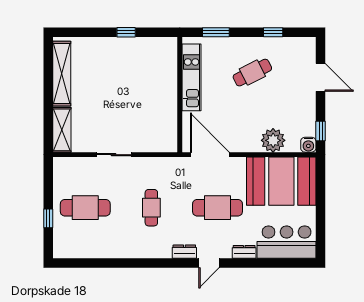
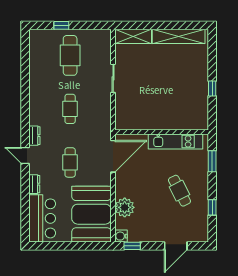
cafe table: (151, 208) -> (70, 109), turned 90
cafe table: (217, 208) -> (70, 162), width x0.73, depth x0.74

